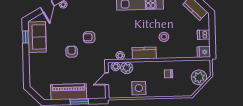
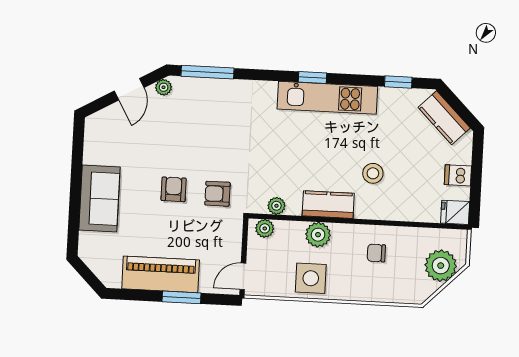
window: (25, 37) -> (78, 150), removed
sofa: (37, 37) -> (99, 198), moved
armchair: (89, 37) -> (217, 194), moved
plant: (127, 68) -> (318, 235), moved
door: (107, 79) -> (243, 276), moved

